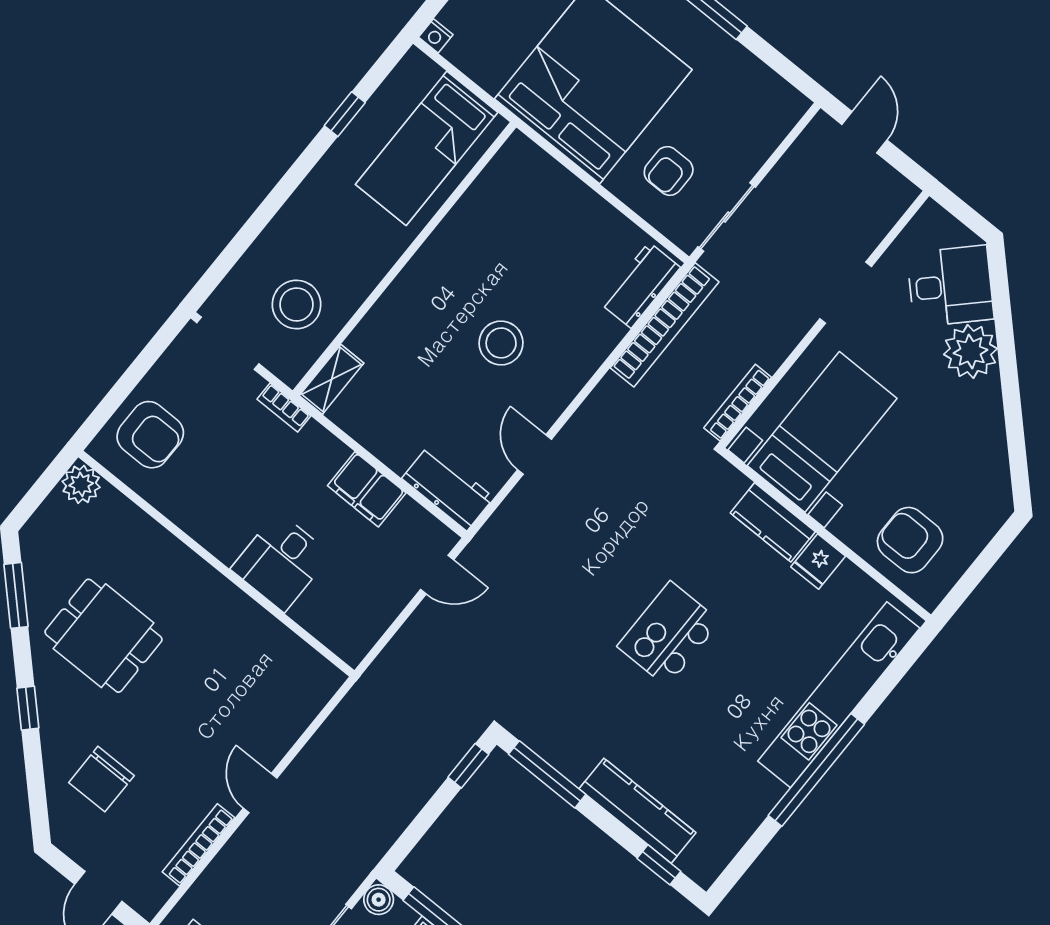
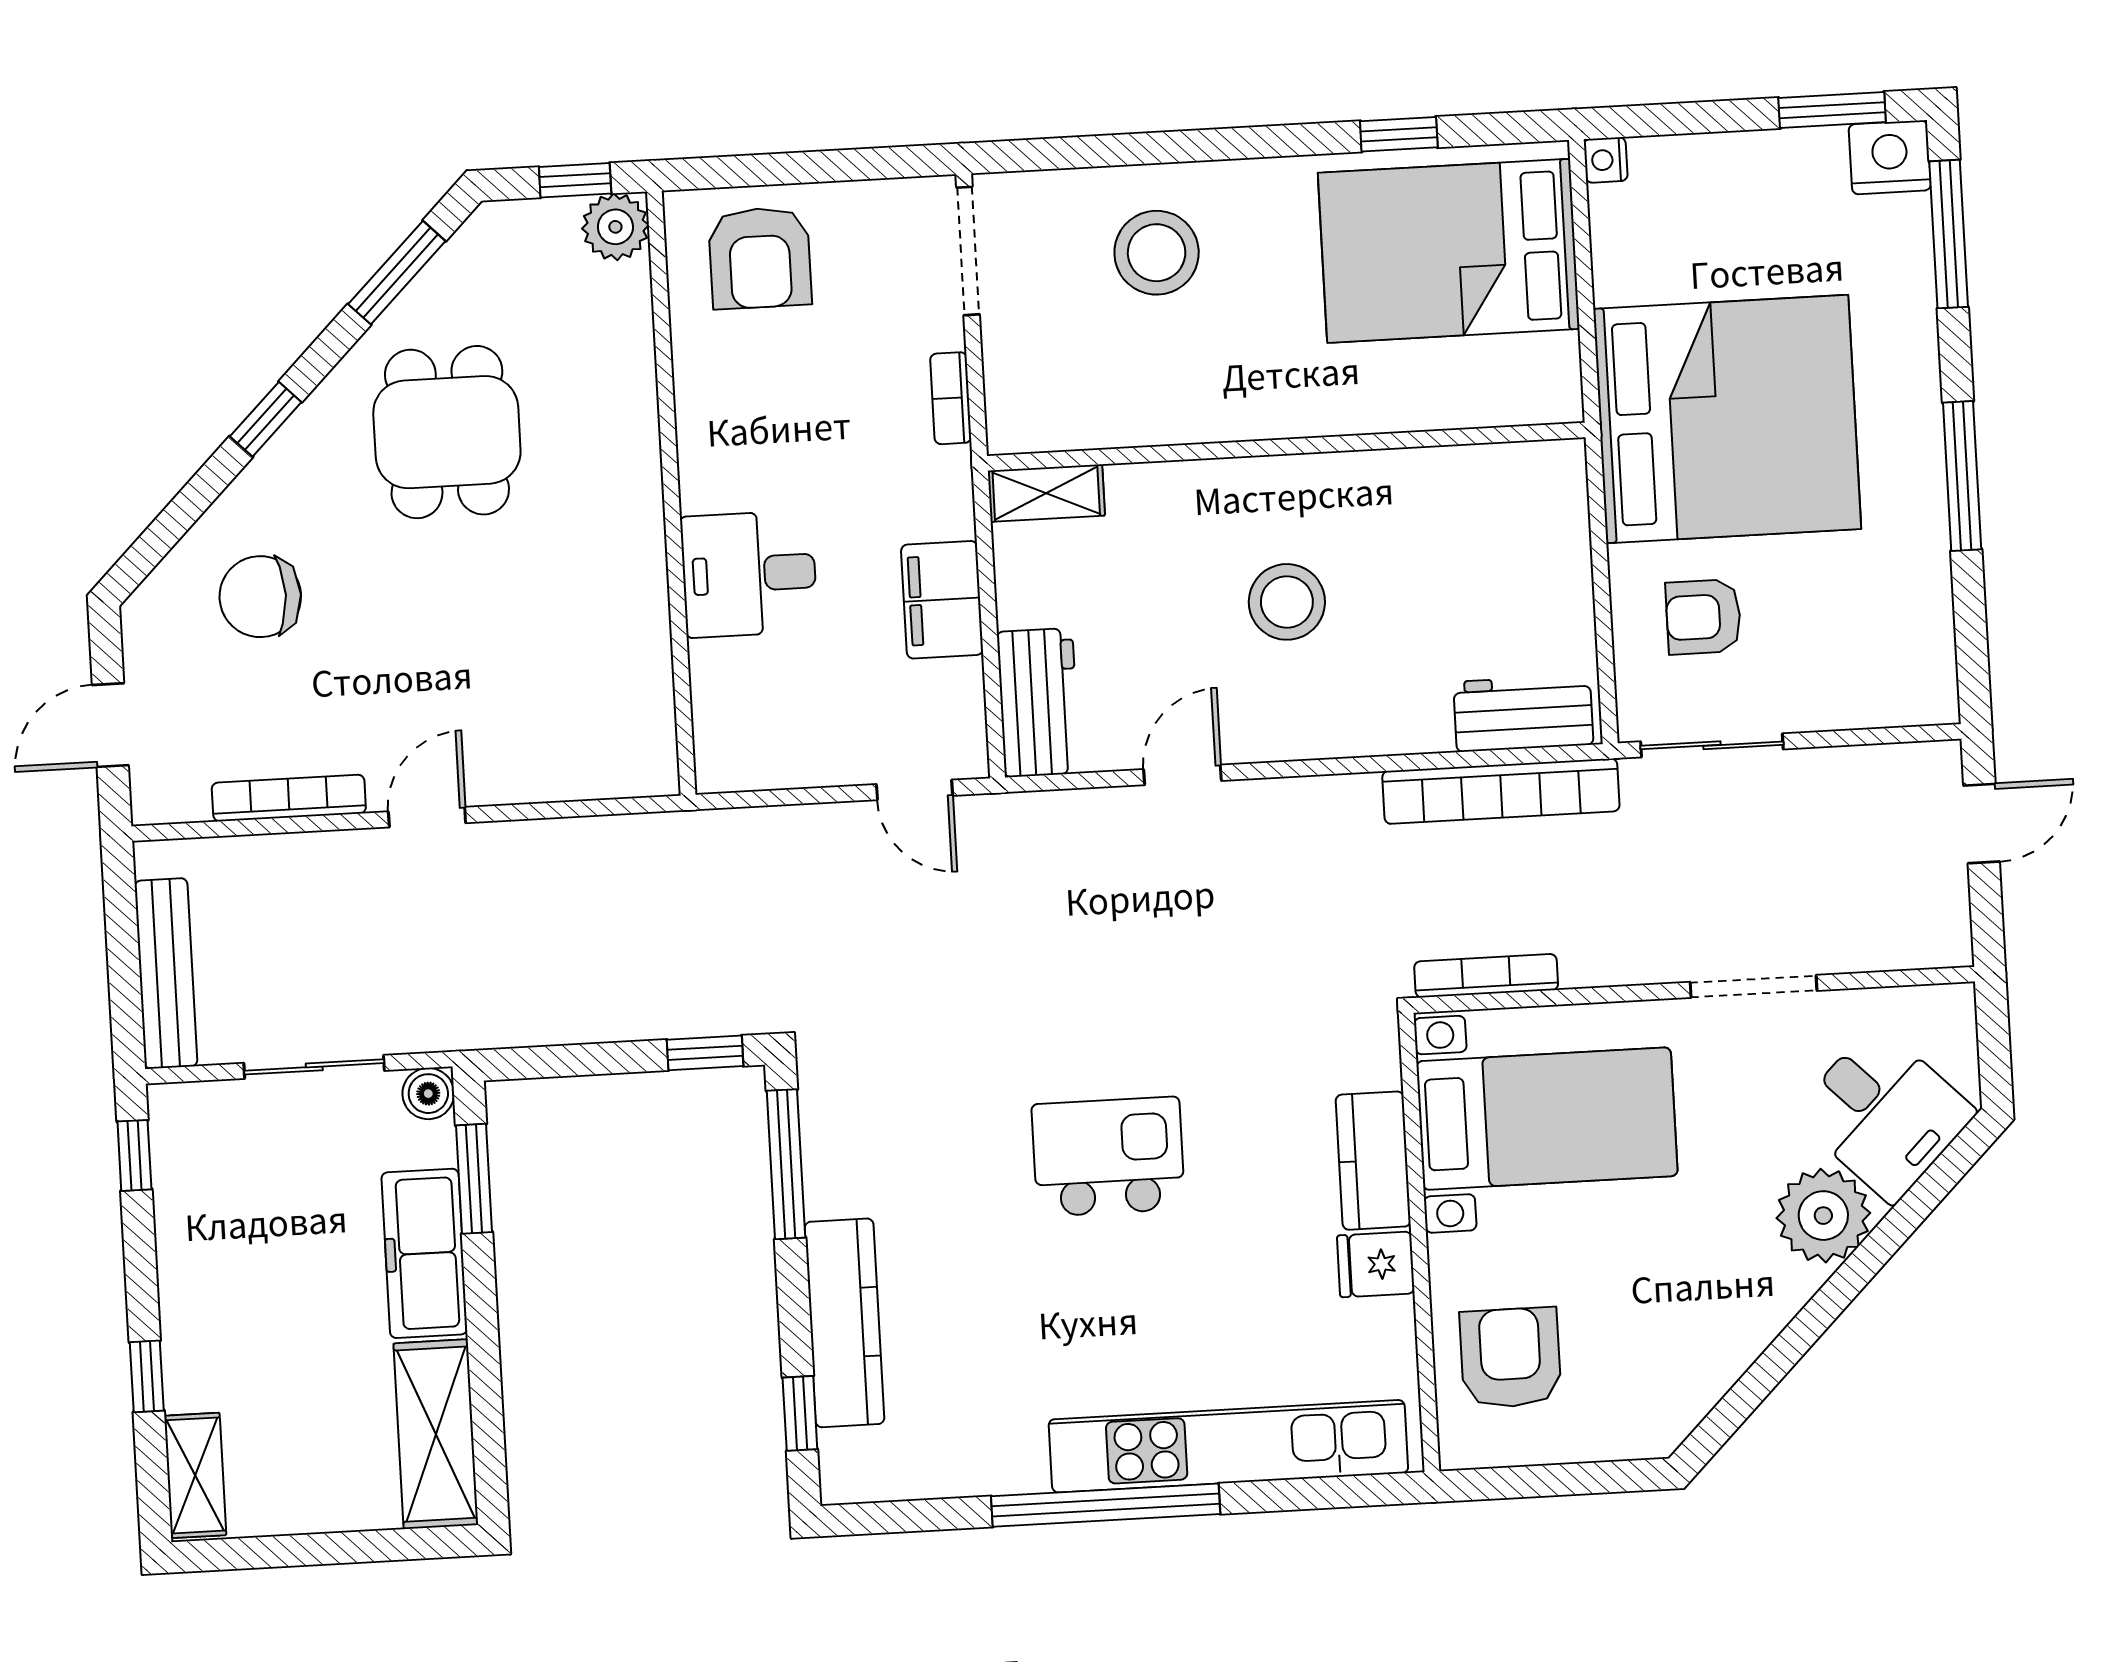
bed: (427, 148) -> (1449, 251), width x1.50
wall: (405, 259) -> (1286, 447), moved
stool: (297, 304) -> (1157, 253), moved
shelving: (332, 379) -> (1046, 493), moved
window: (46, 484) -> (575, 180), added

